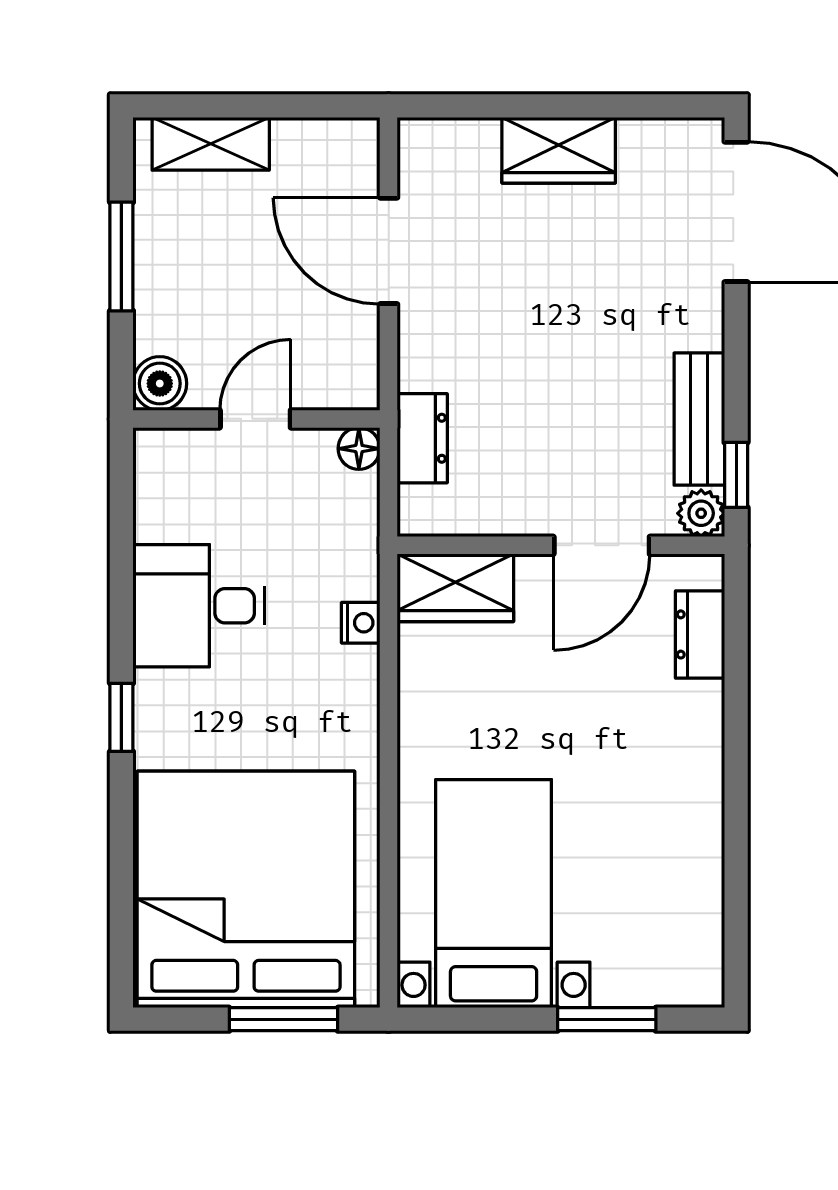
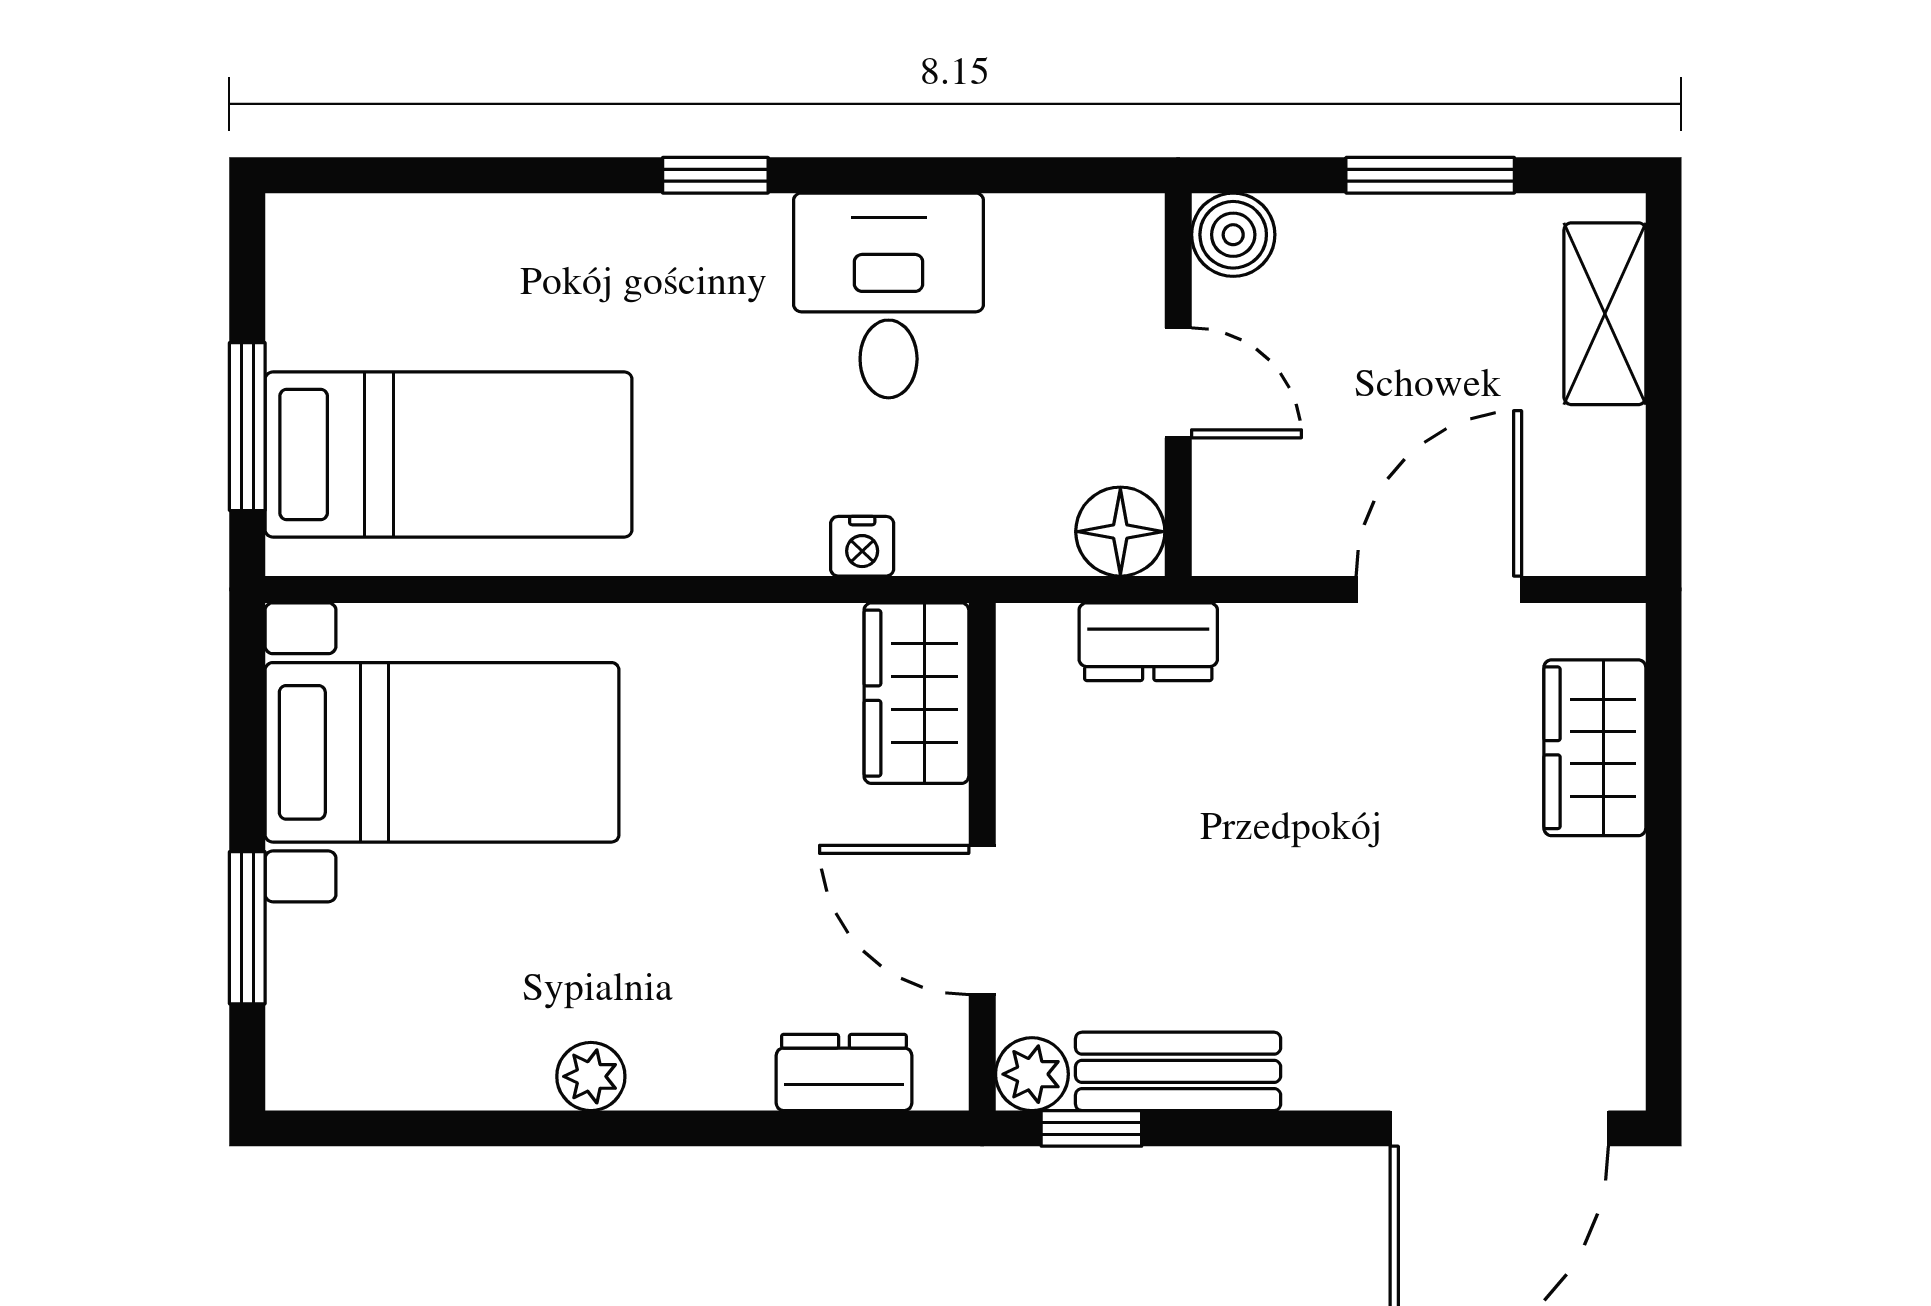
wardrobe: (559, 150) -> (1595, 748), moved
floor lamp: (359, 449) -> (1120, 532), width x1.37, depth x1.37
plant: (703, 798) -> (591, 1076), added
bed: (246, 889) -> (449, 454), width x0.49

